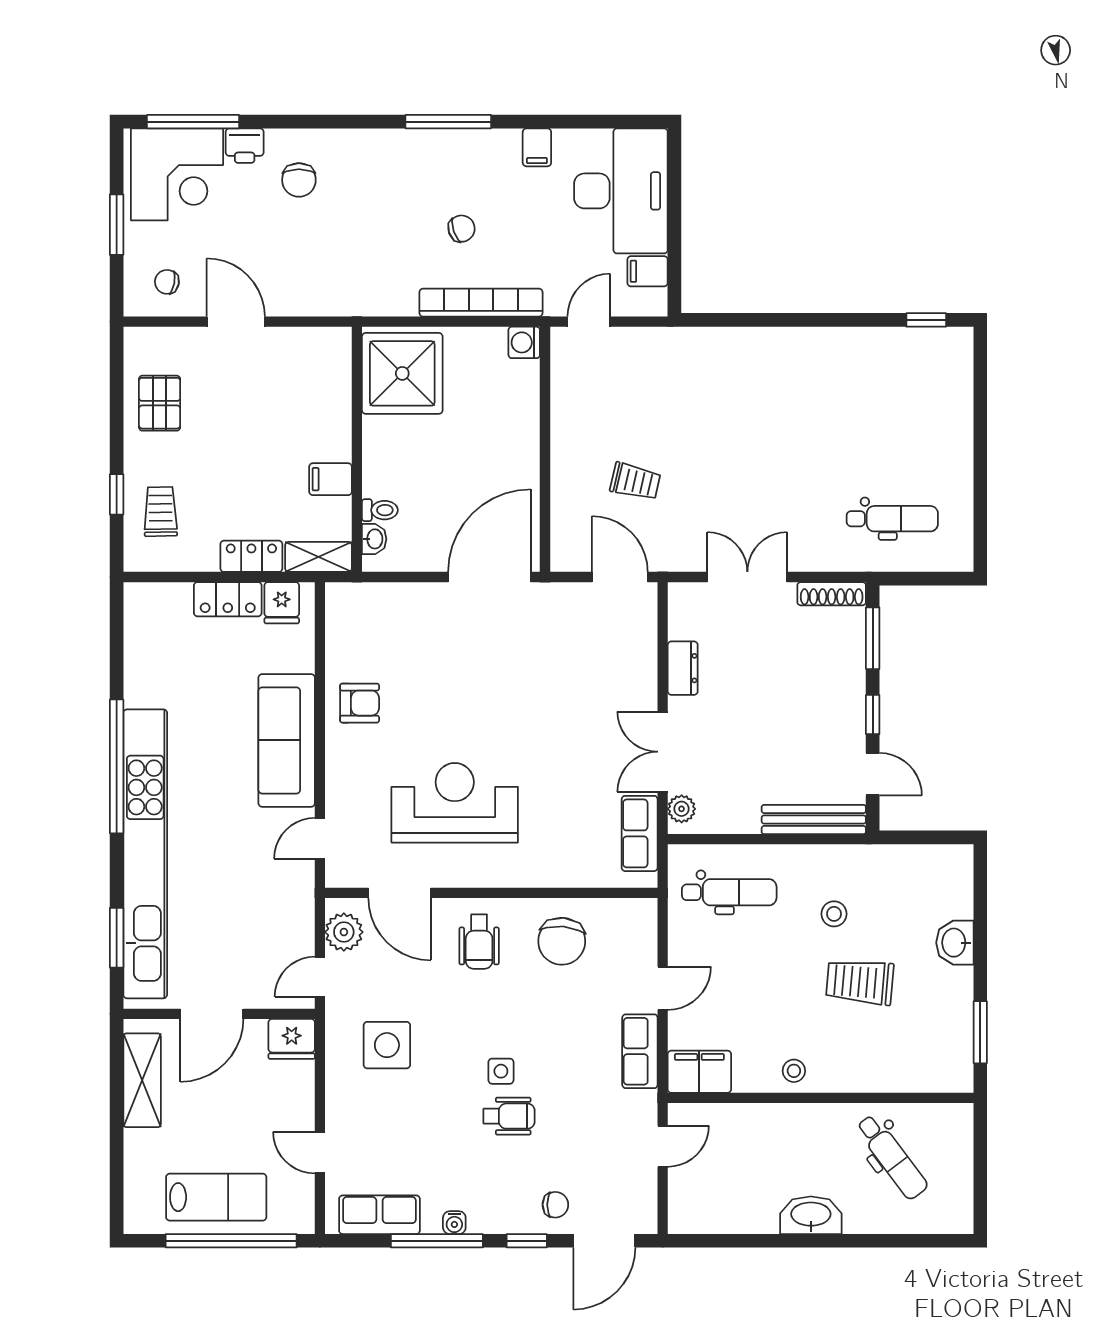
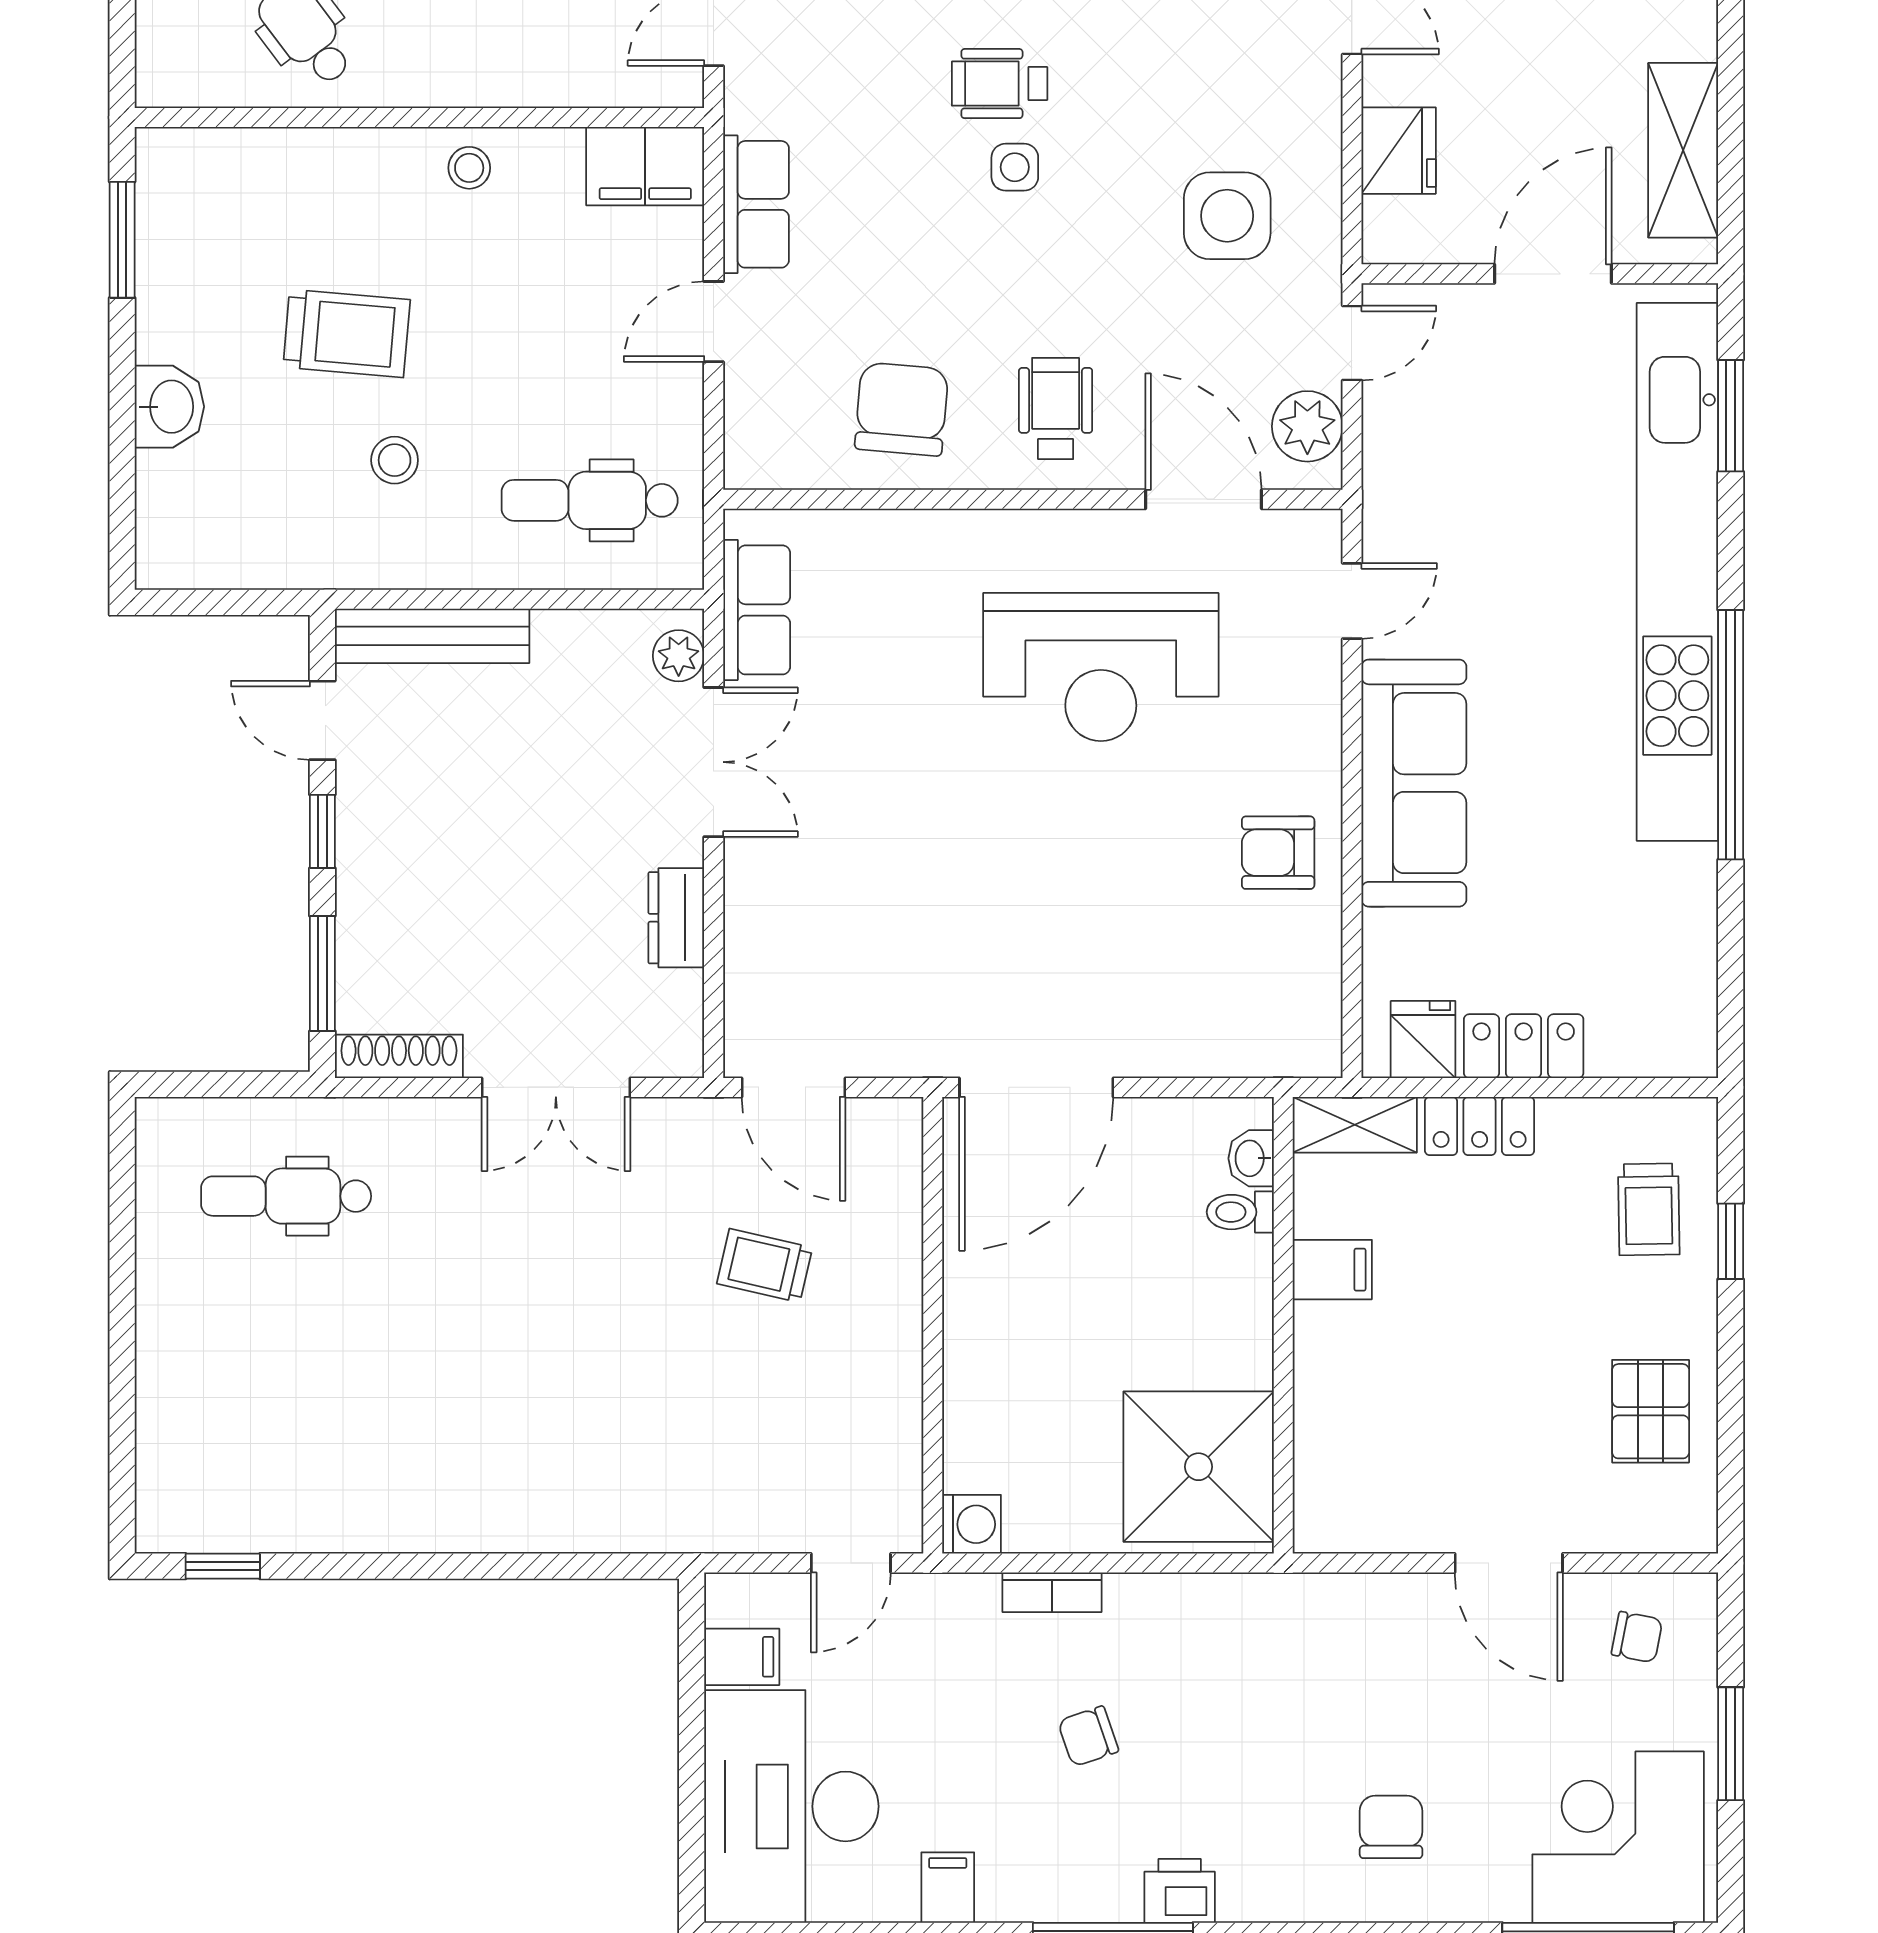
printer: (245, 146) -> (1180, 1891), moved
bookcase: (481, 303) -> (1052, 1592), width x0.43, depth x0.76
fridge: (292, 1039) -> (1399, 151), moved, turned 90

